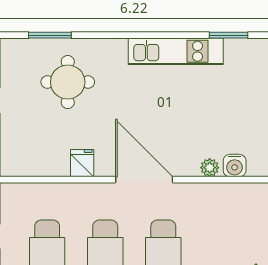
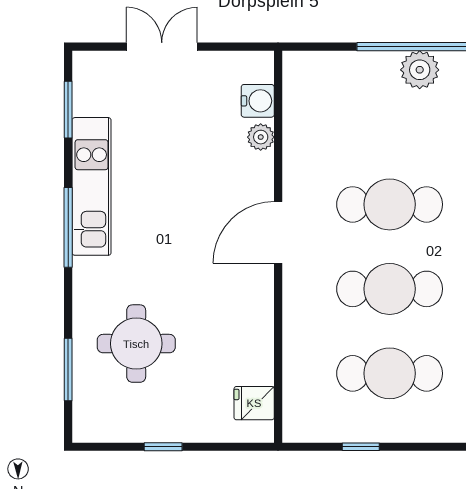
window: (148, 35) -> (68, 227), added
fridge: (82, 163) -> (254, 403), moved
door: (144, 180) -> (278, 232), width x0.73

